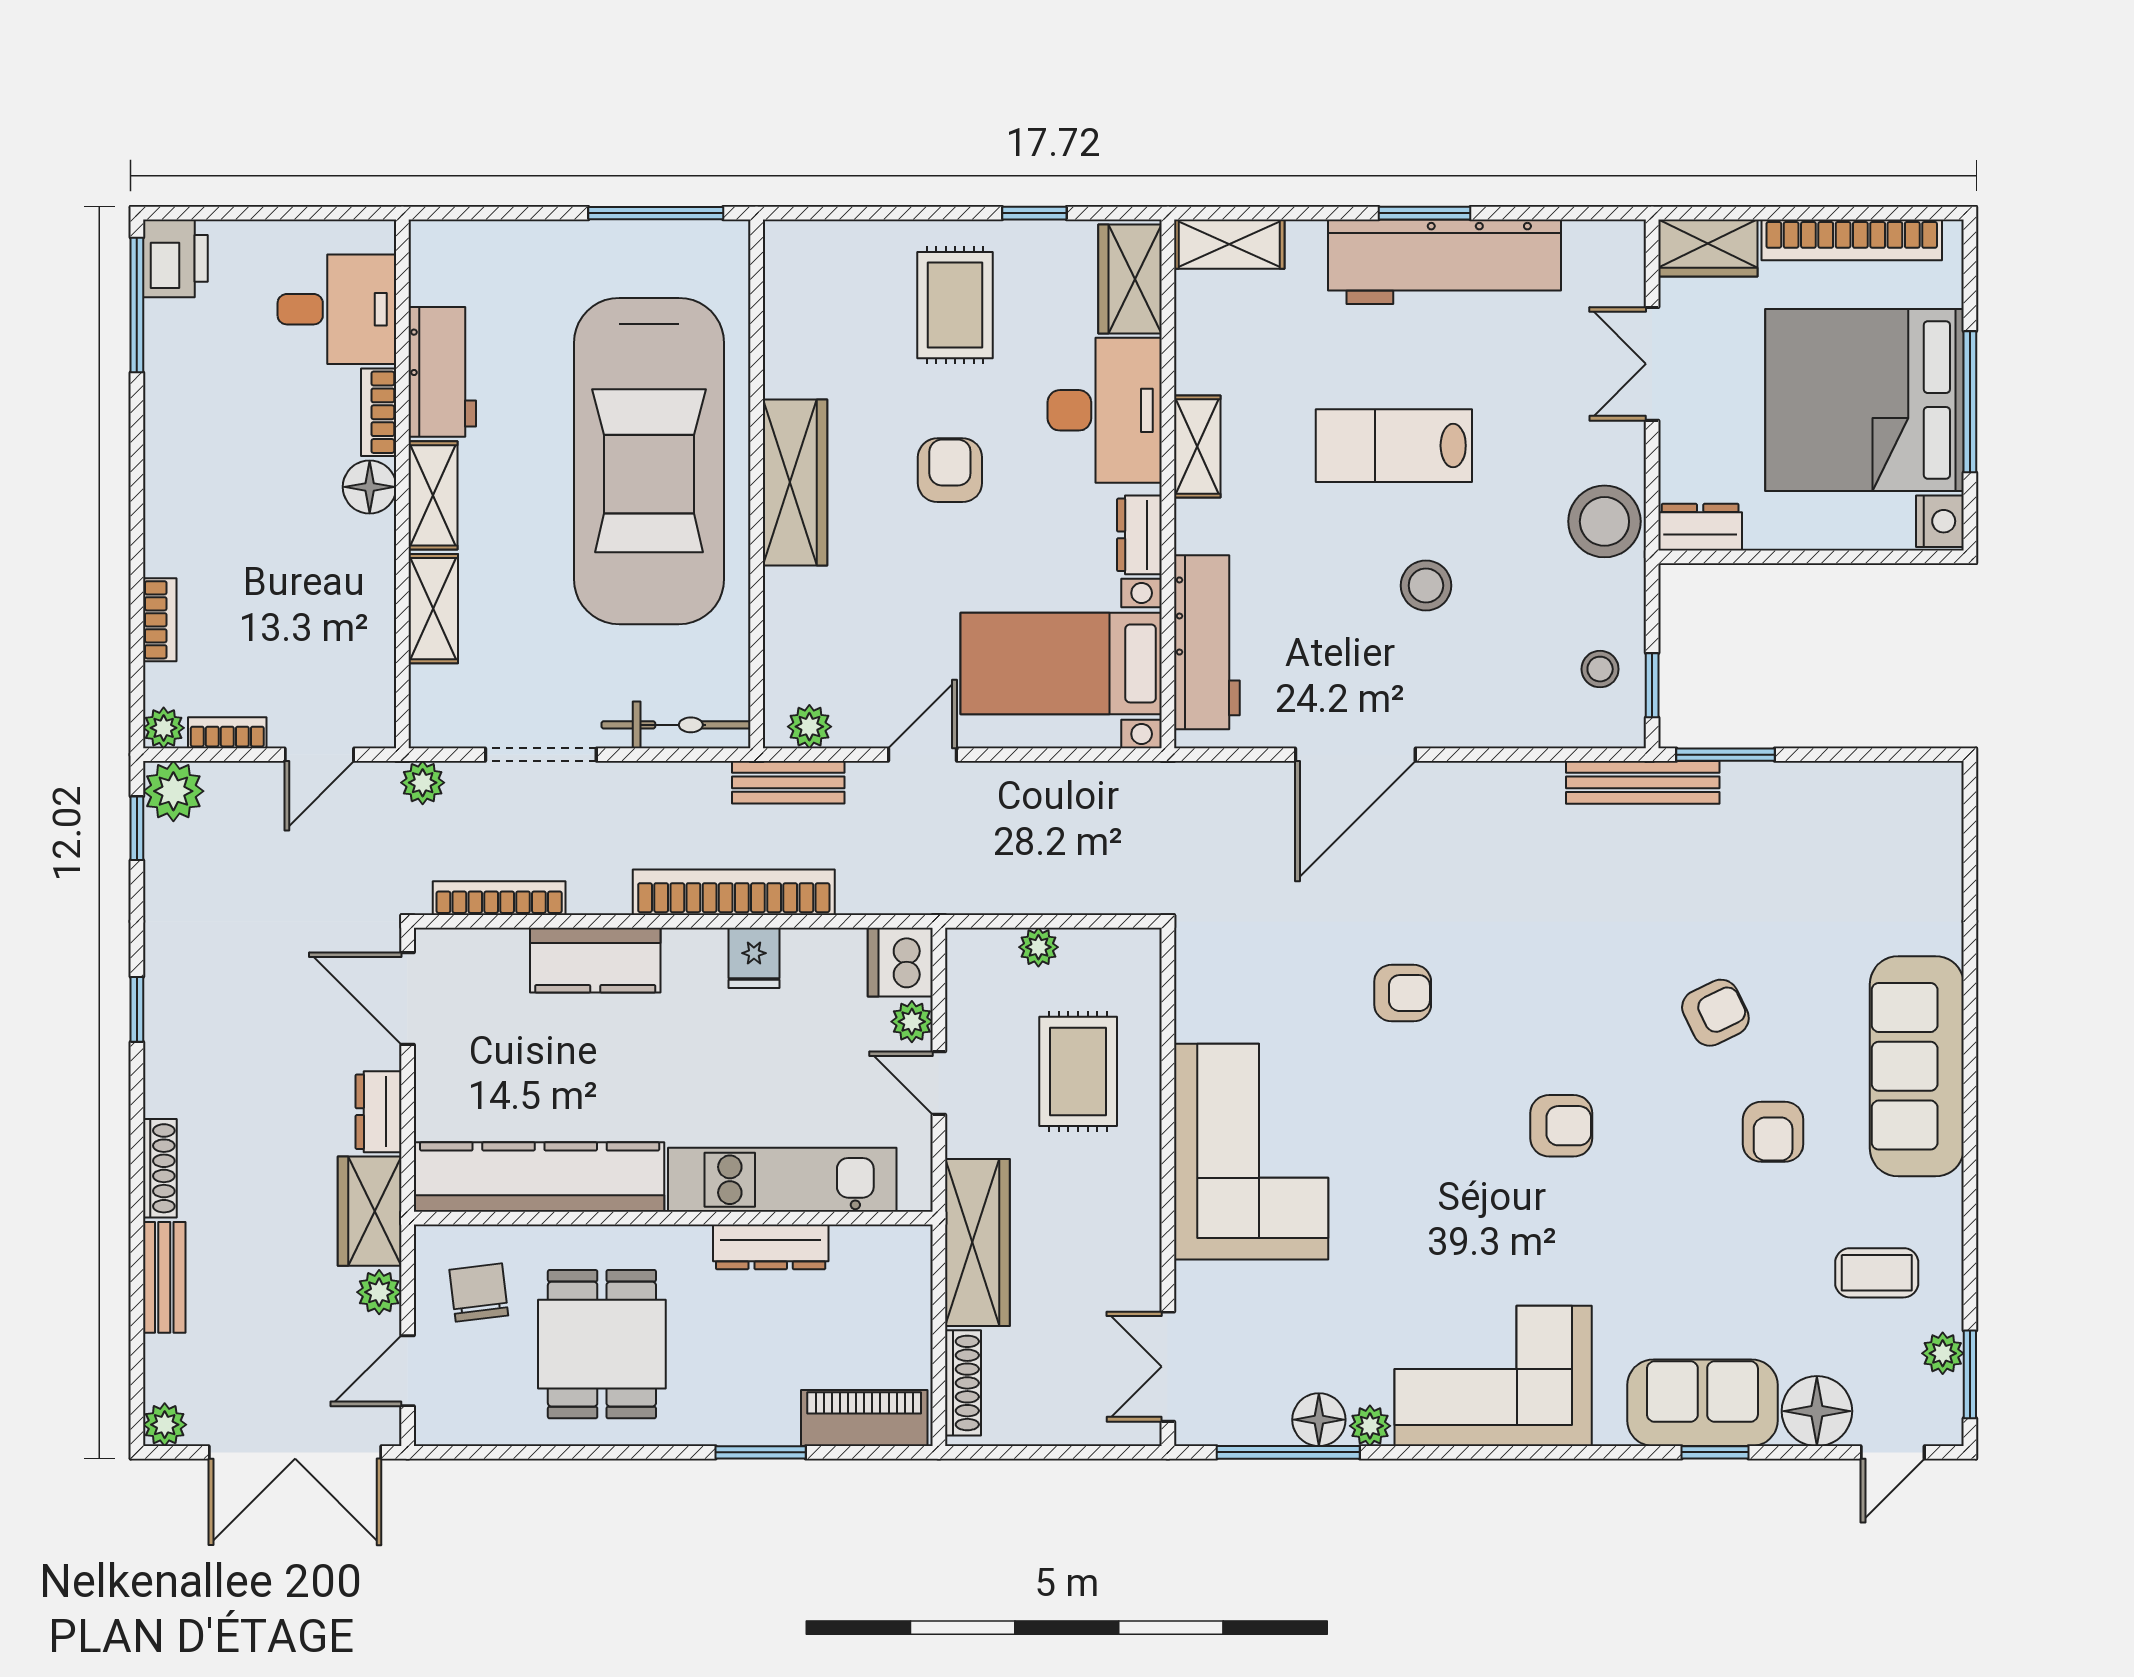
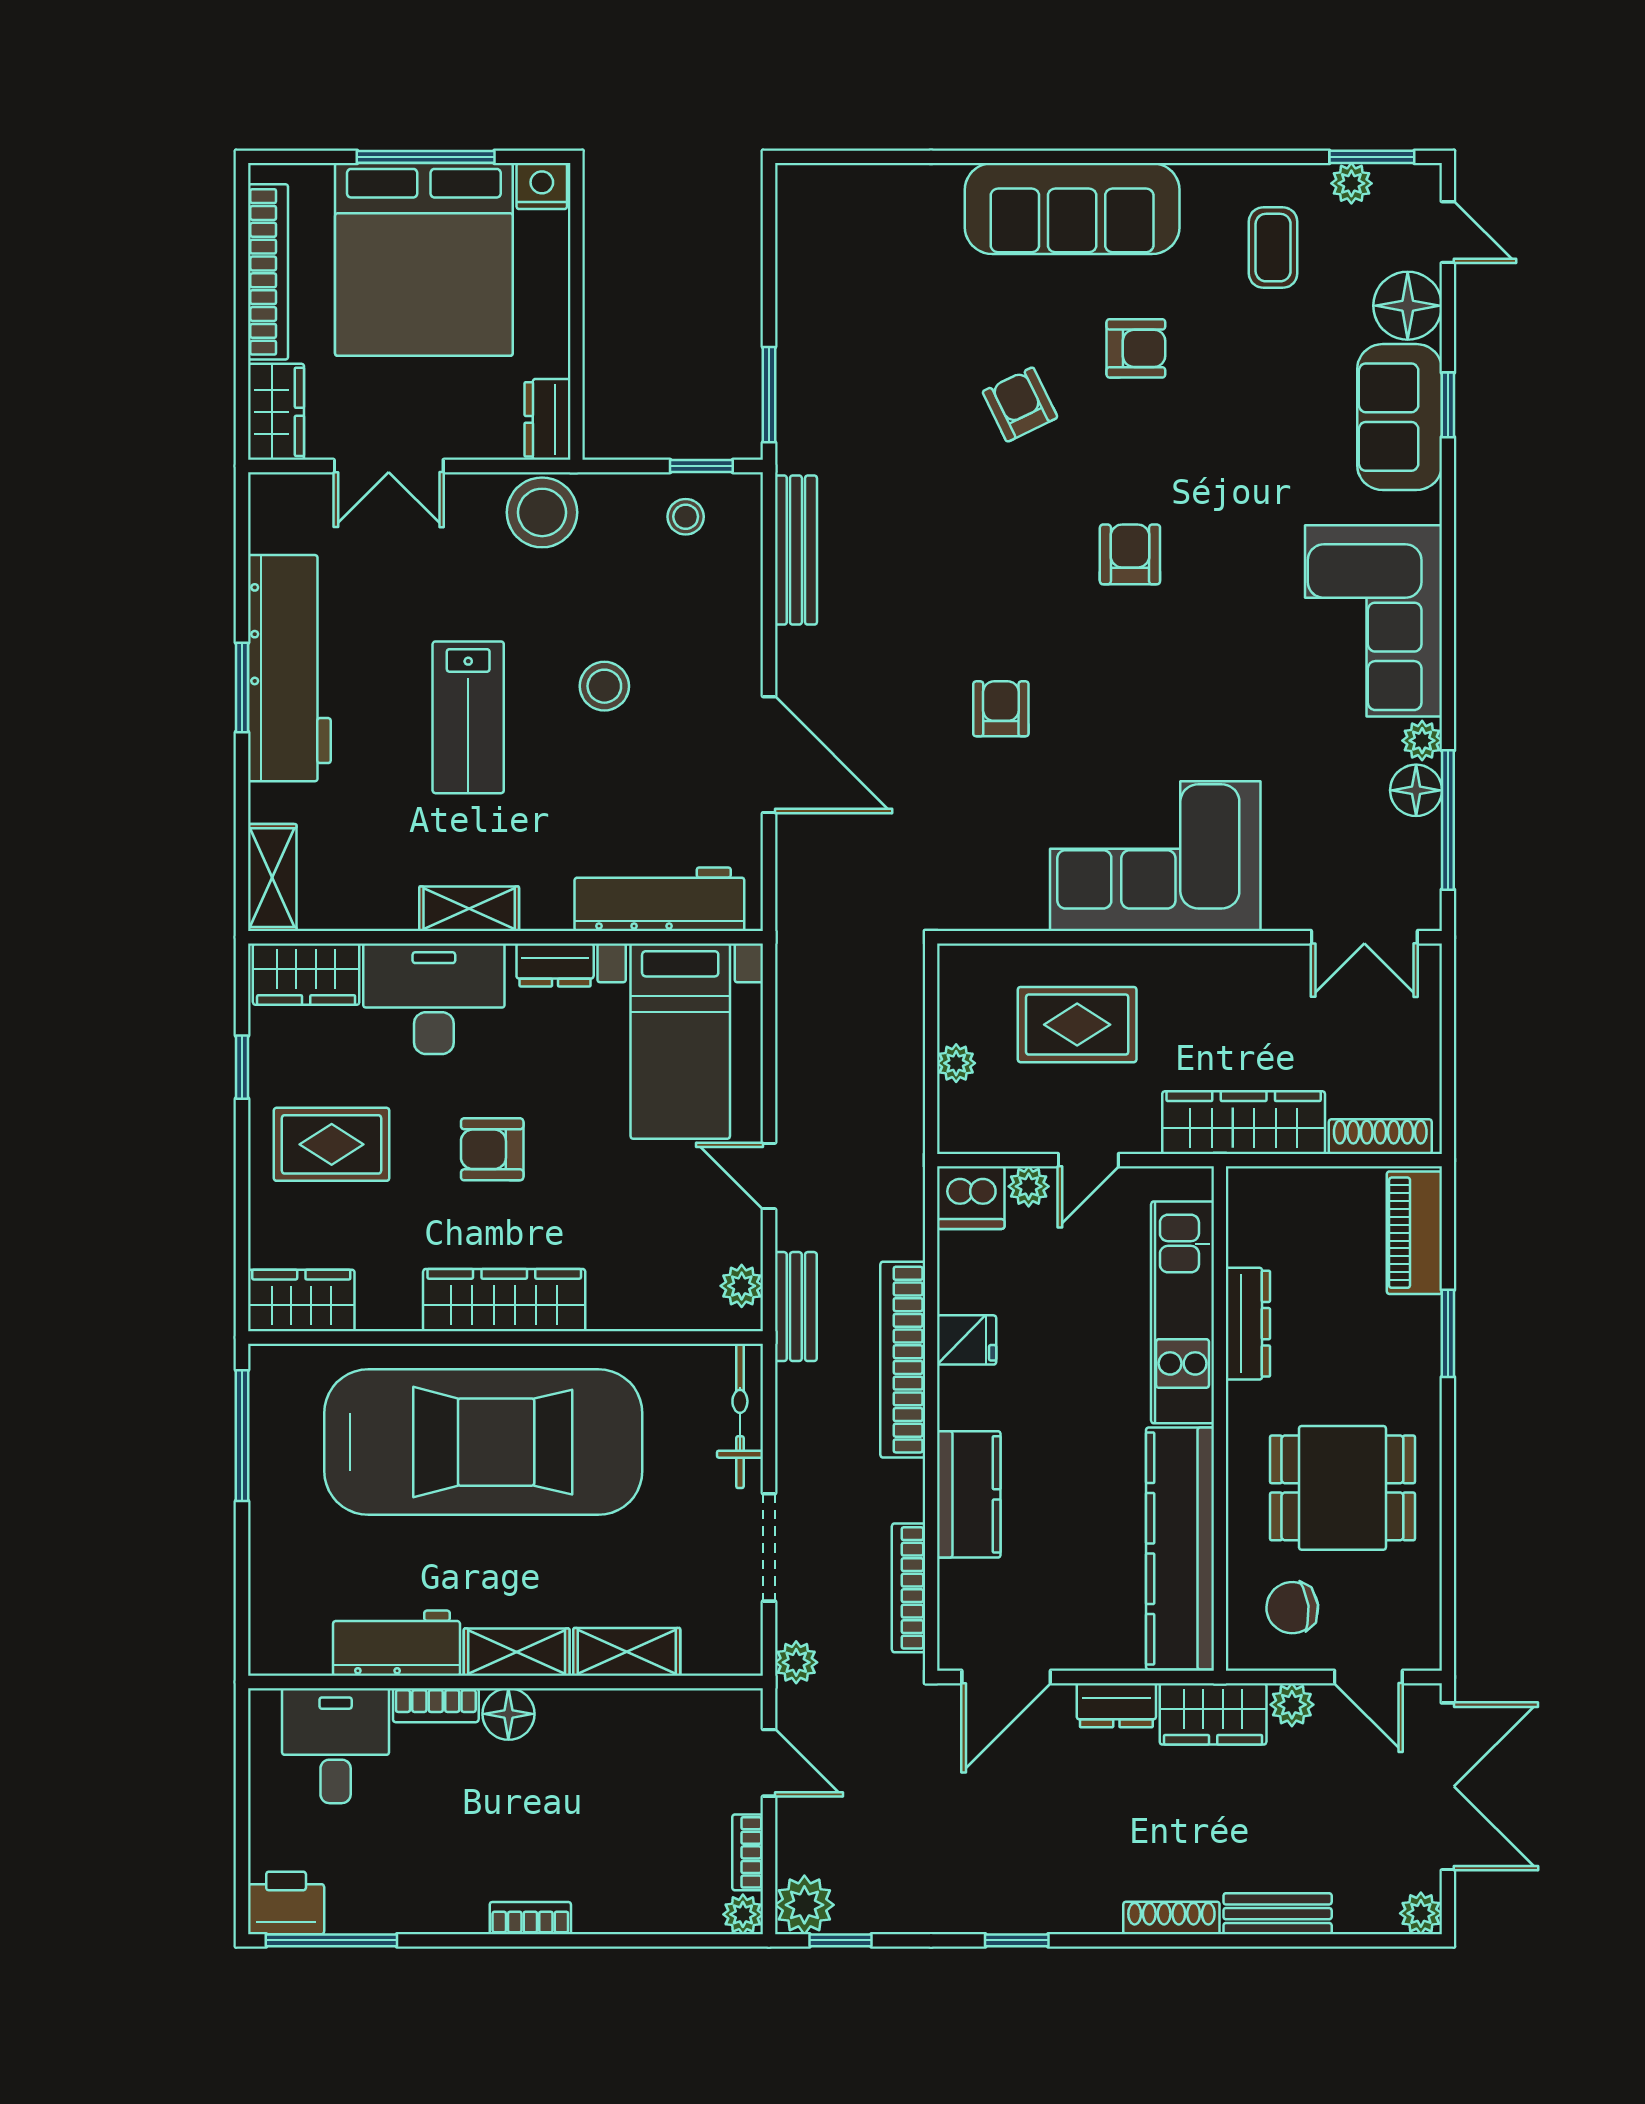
wardrobe: (794, 274) -> (301, 1301), added
bookcase: (160, 620) -> (530, 1918), moved
bench: (1643, 782) -> (796, 550), moved

